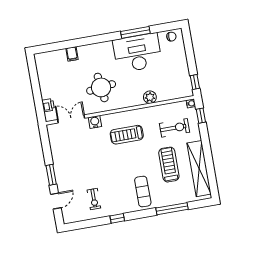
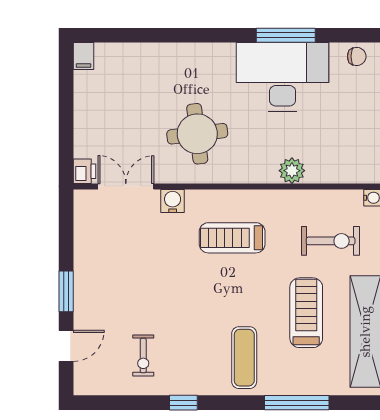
filing cabinet: (72, 54) -> (83, 56), moved
printer: (48, 105) -> (84, 171), moved

